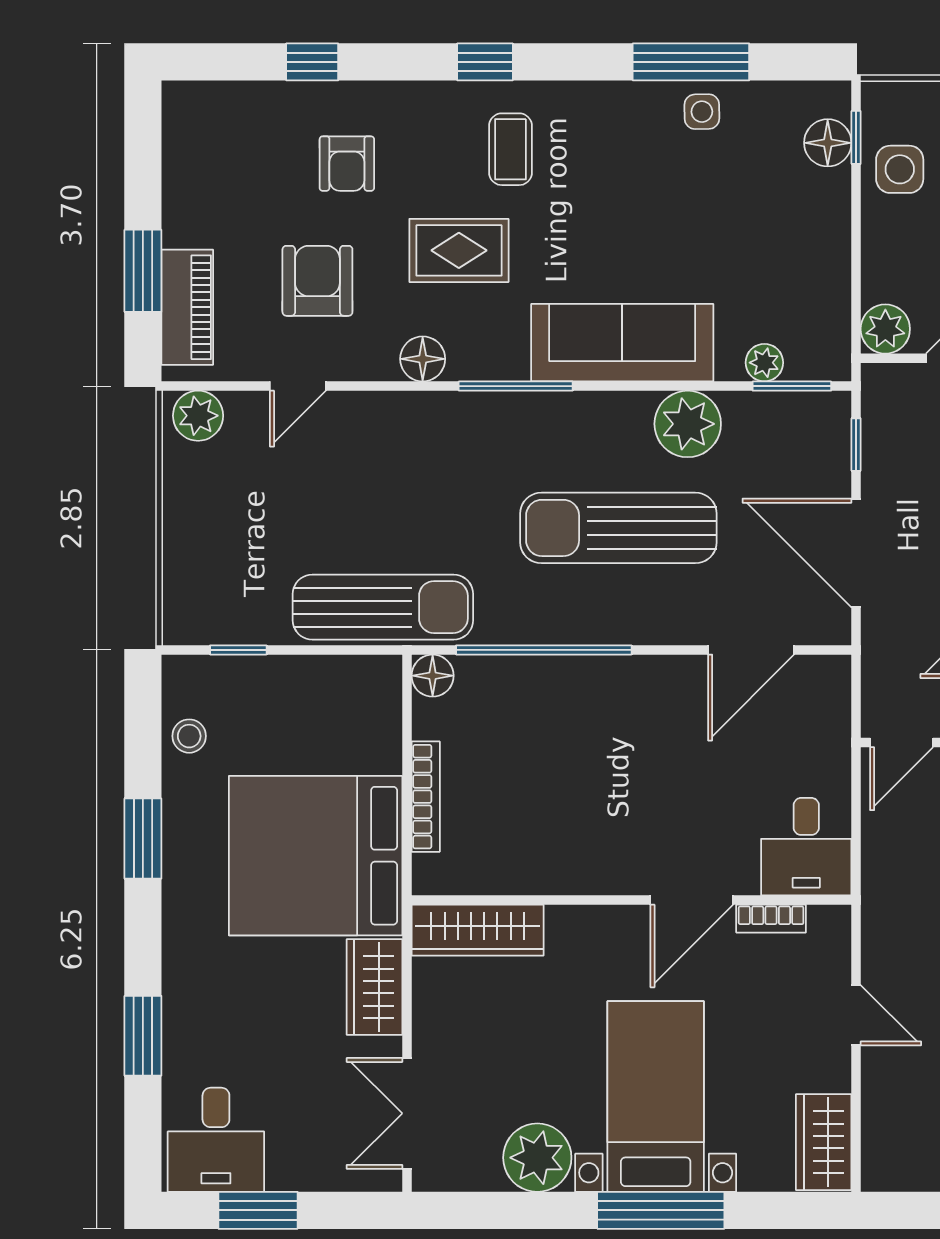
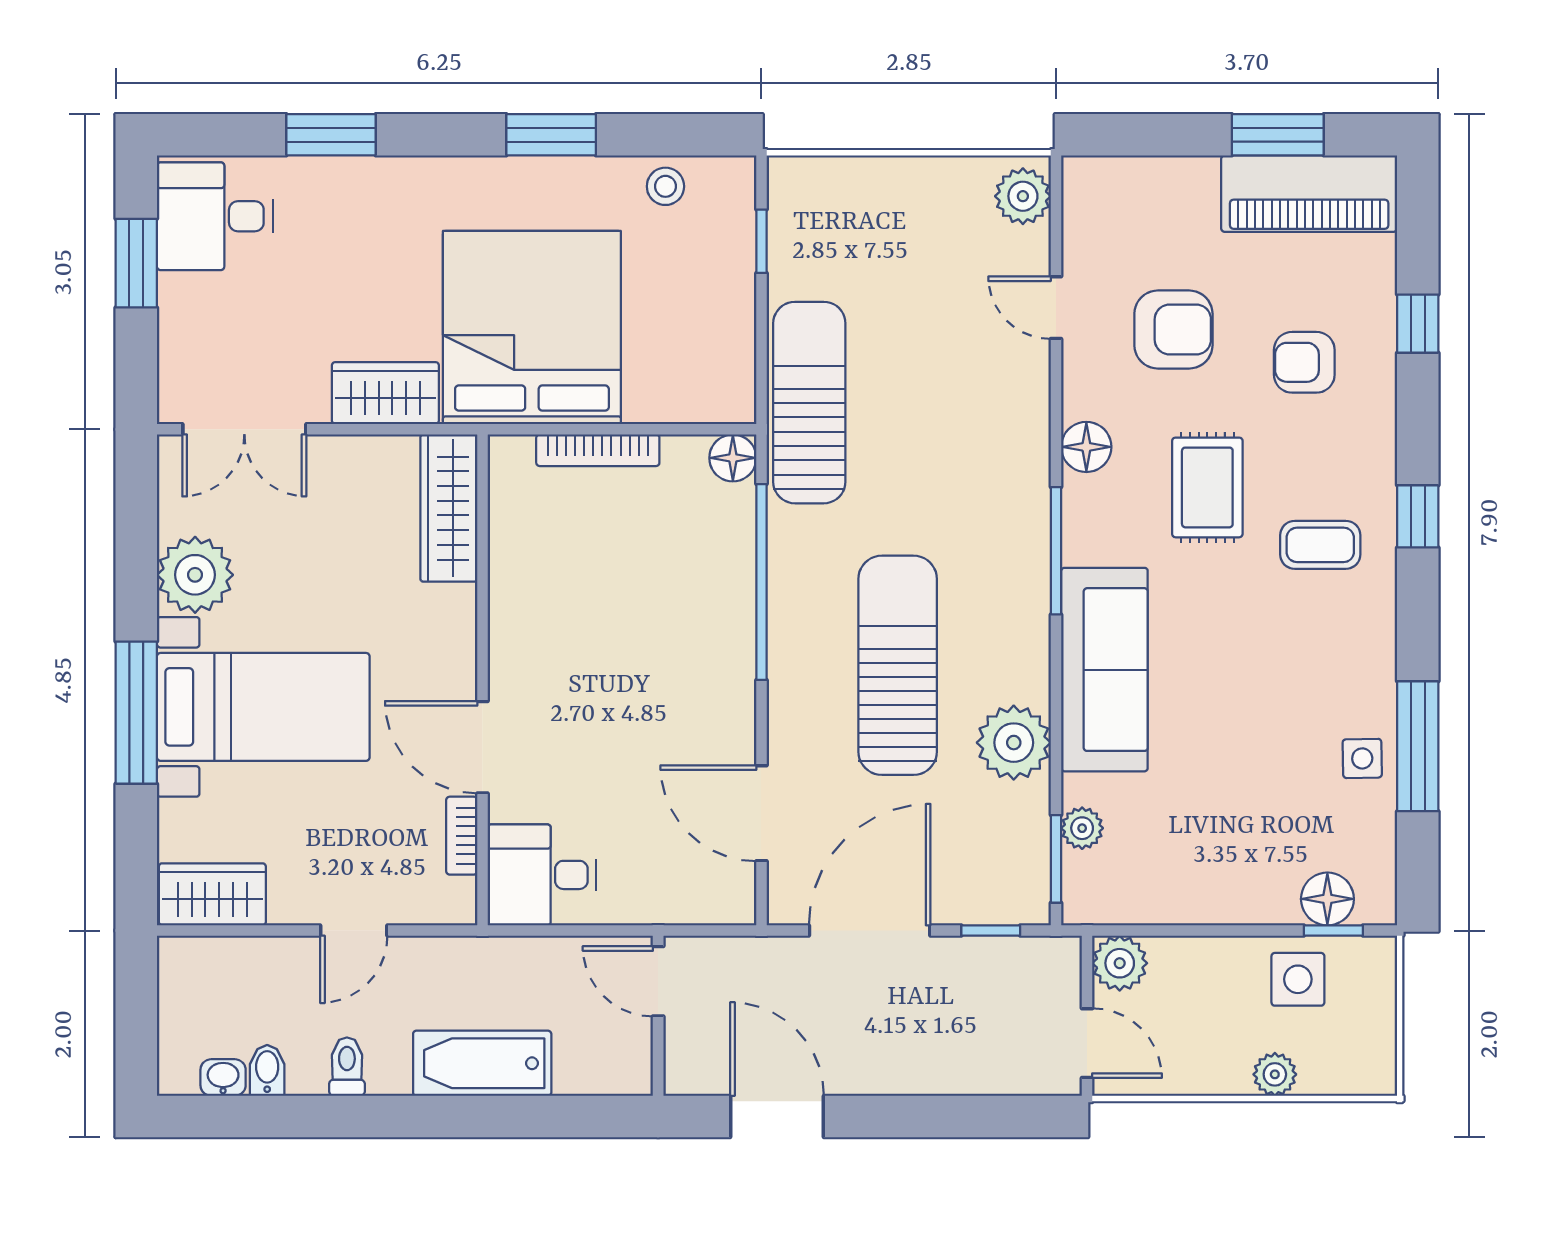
window: (143, 271) -> (1278, 135), moved
piano: (187, 307) -> (1309, 194), moved, width x1.37, depth x1.33
sun lounger: (383, 607) -> (809, 403), turned 180
double door: (407, 1113) -> (244, 429), swing flipped

